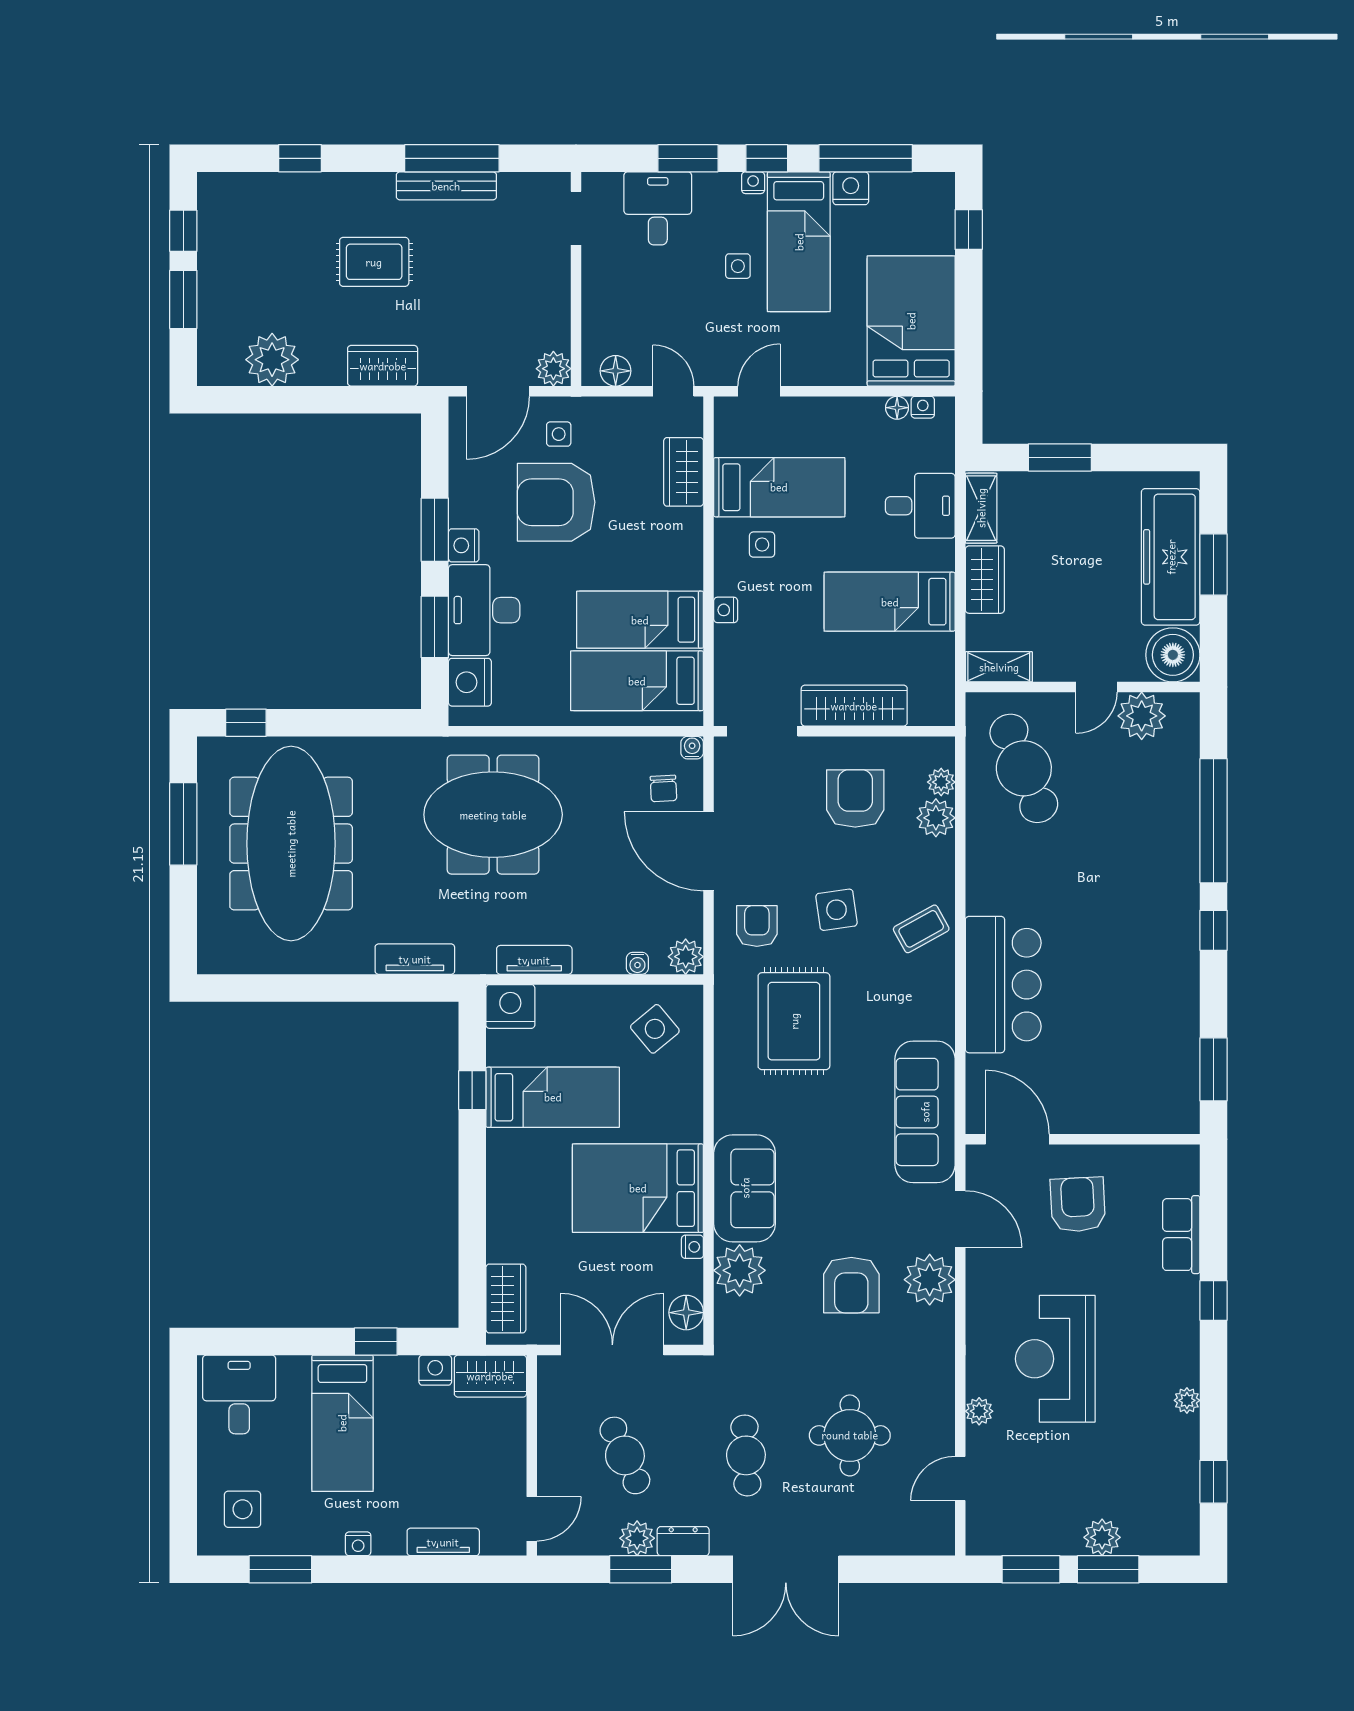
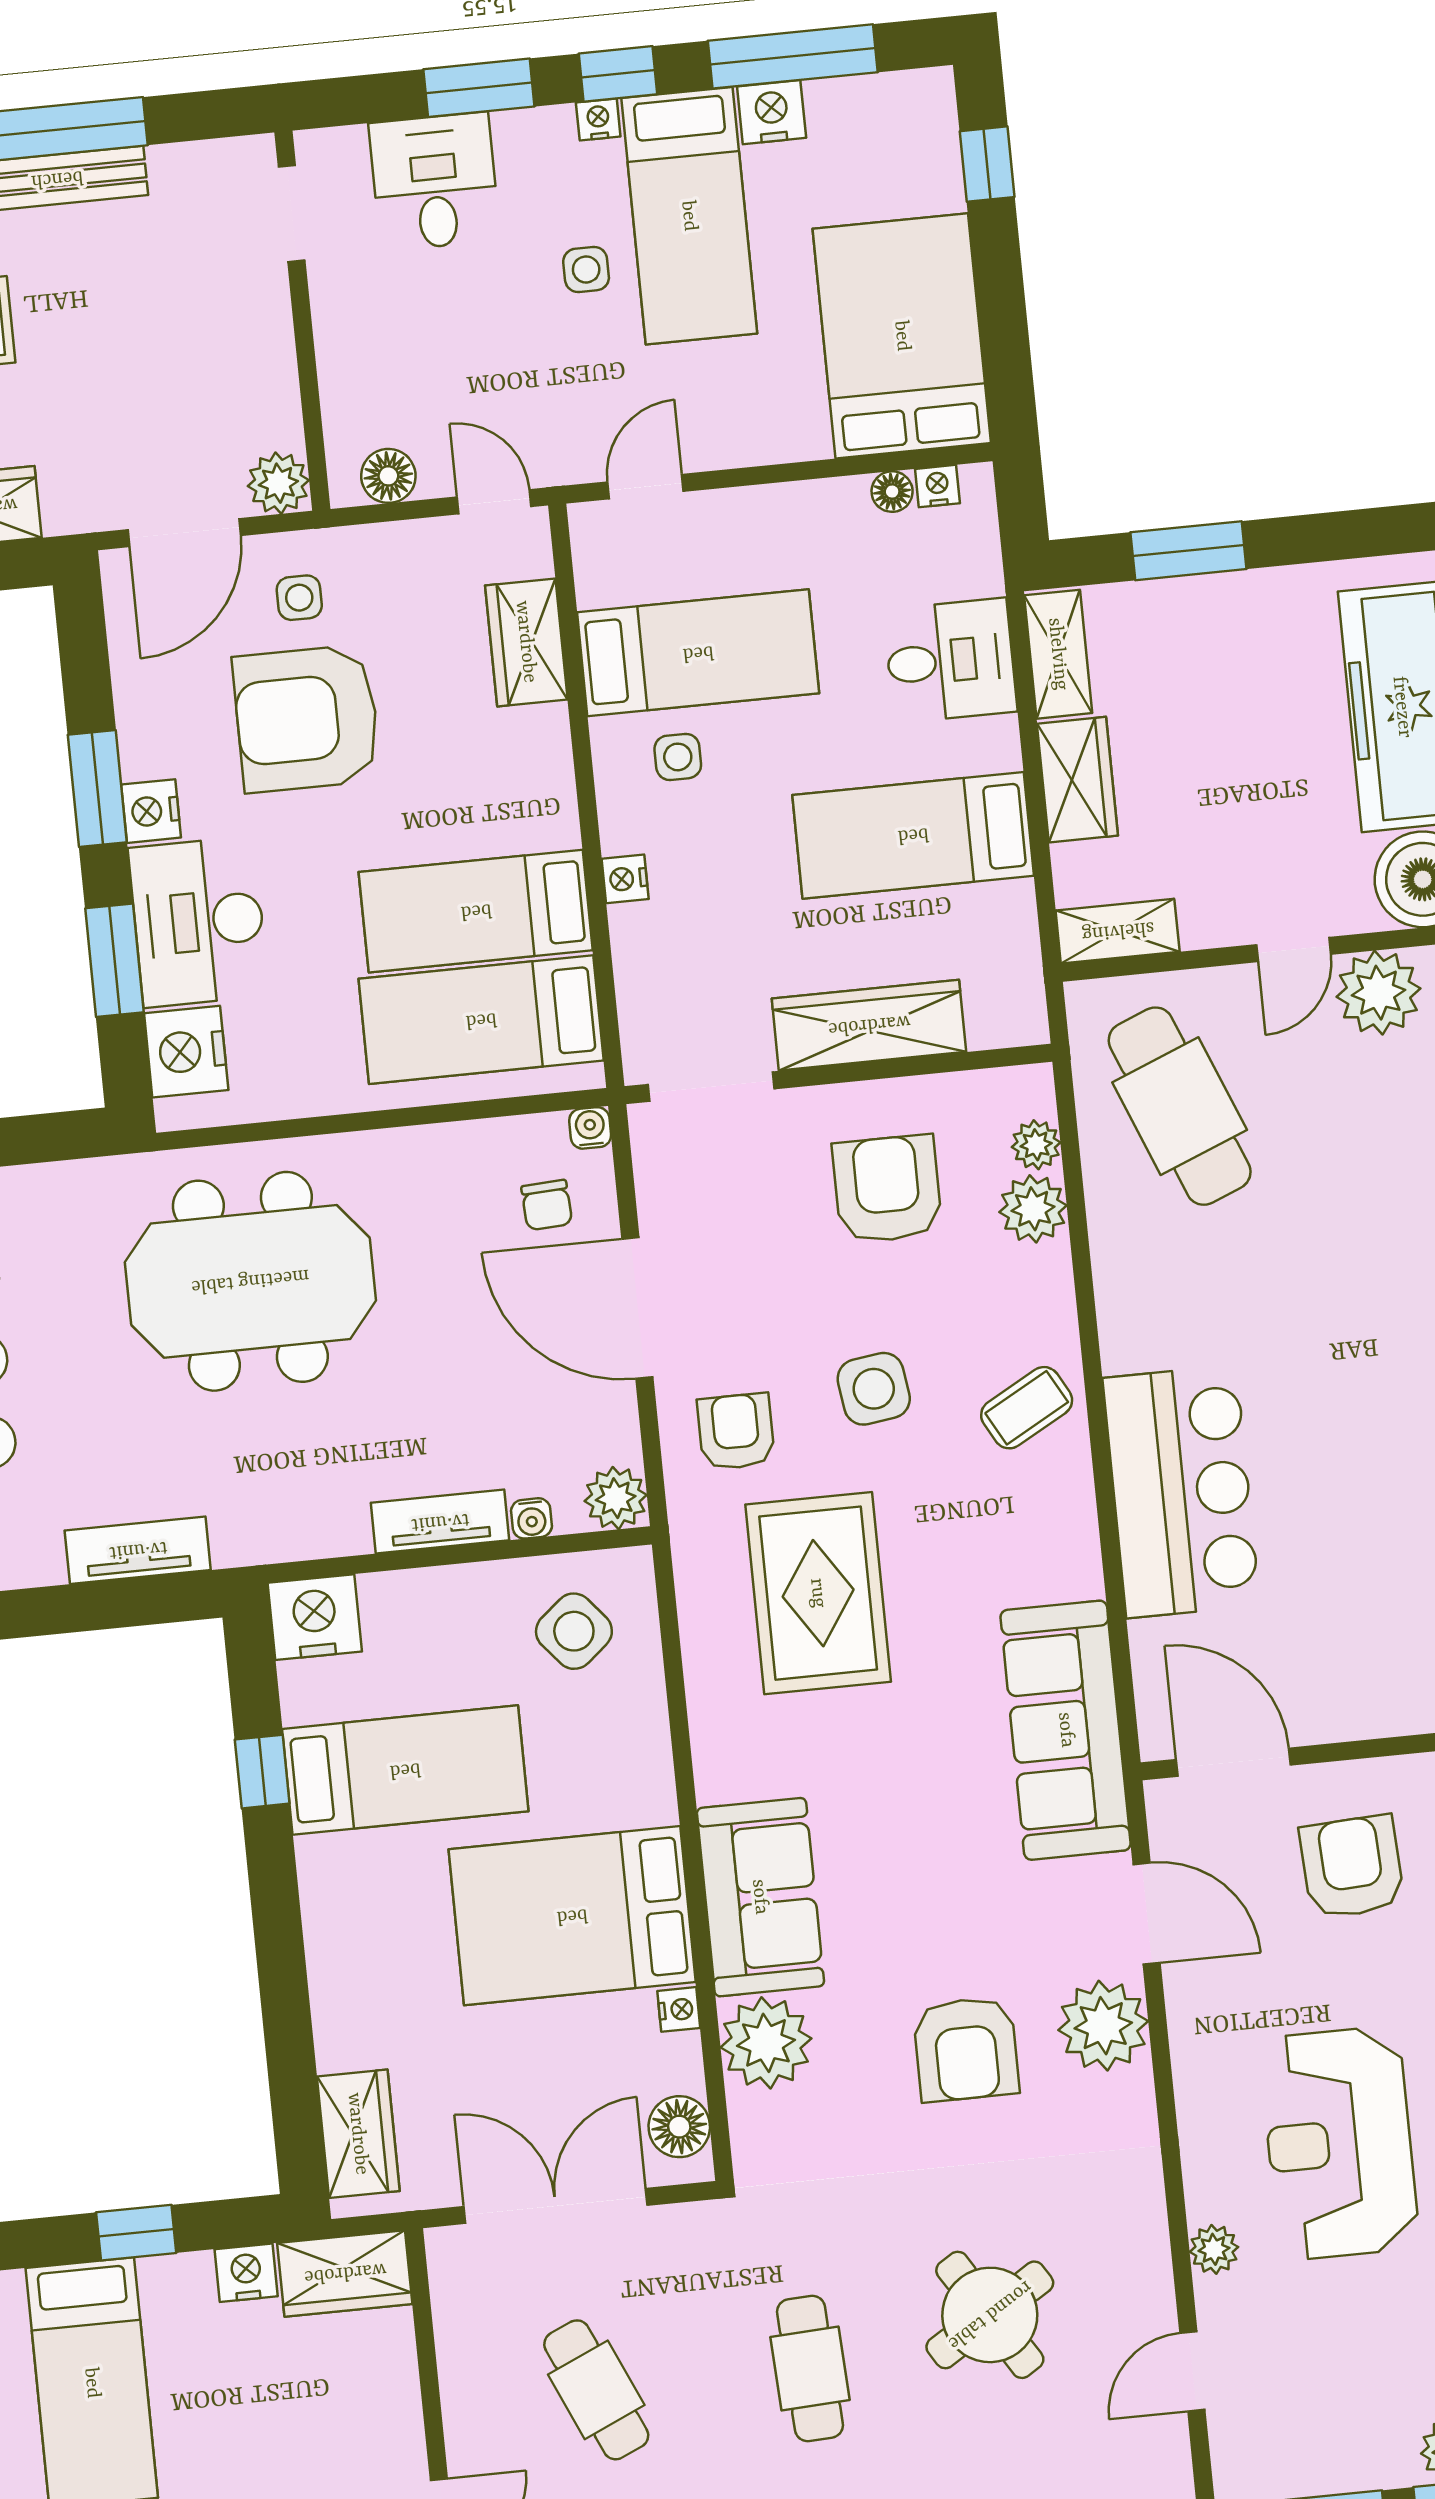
tv unit: (534, 960) -> (440, 1522), moved
round table: (850, 1435) -> (990, 2315), turned -32

